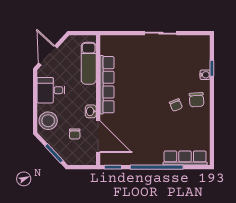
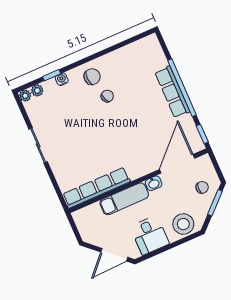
plant: (205, 40) -> (25, 96), added
plant: (205, 51) -> (37, 90), added
exam couch: (89, 63) -> (124, 199), moved
row of seats: (107, 85) -> (96, 188), moved
chair: (75, 134) -> (202, 187), moved
row of seats: (185, 158) -> (172, 92), moved

